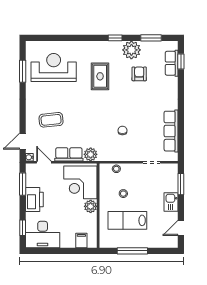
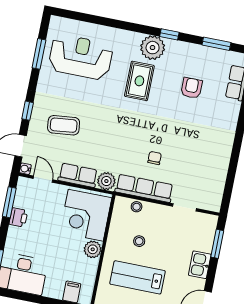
plant: (131, 50) -> (153, 48), moved
window: (23, 114) -> (28, 111), added
row of seats: (171, 131) -> (144, 188), moved, turned 90
printer: (34, 200) -> (18, 217), width x0.53, depth x0.68

